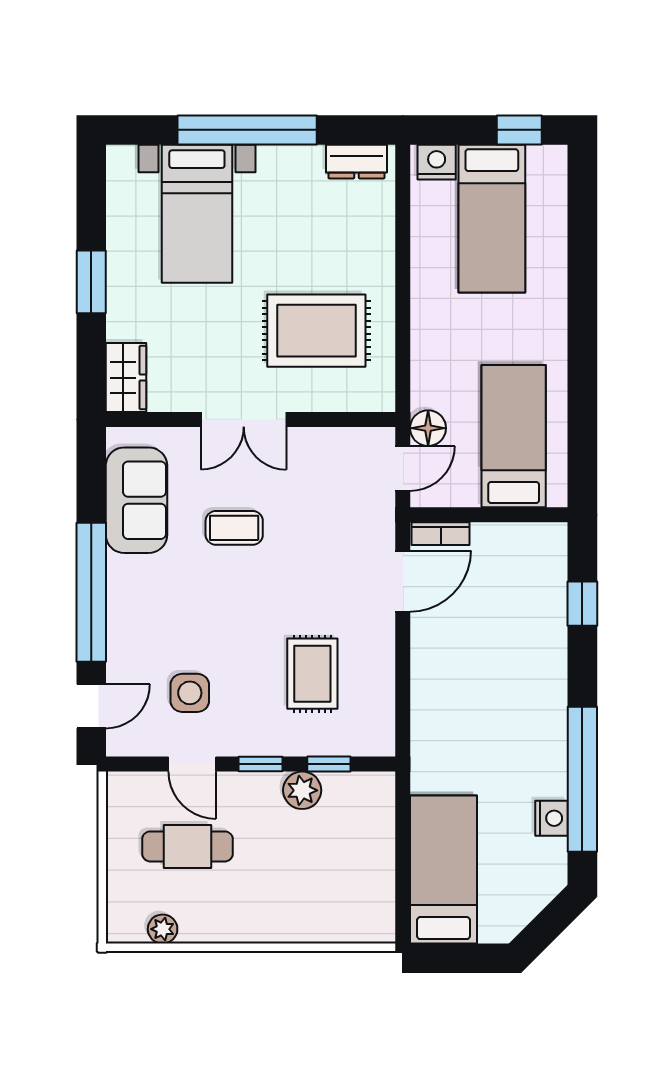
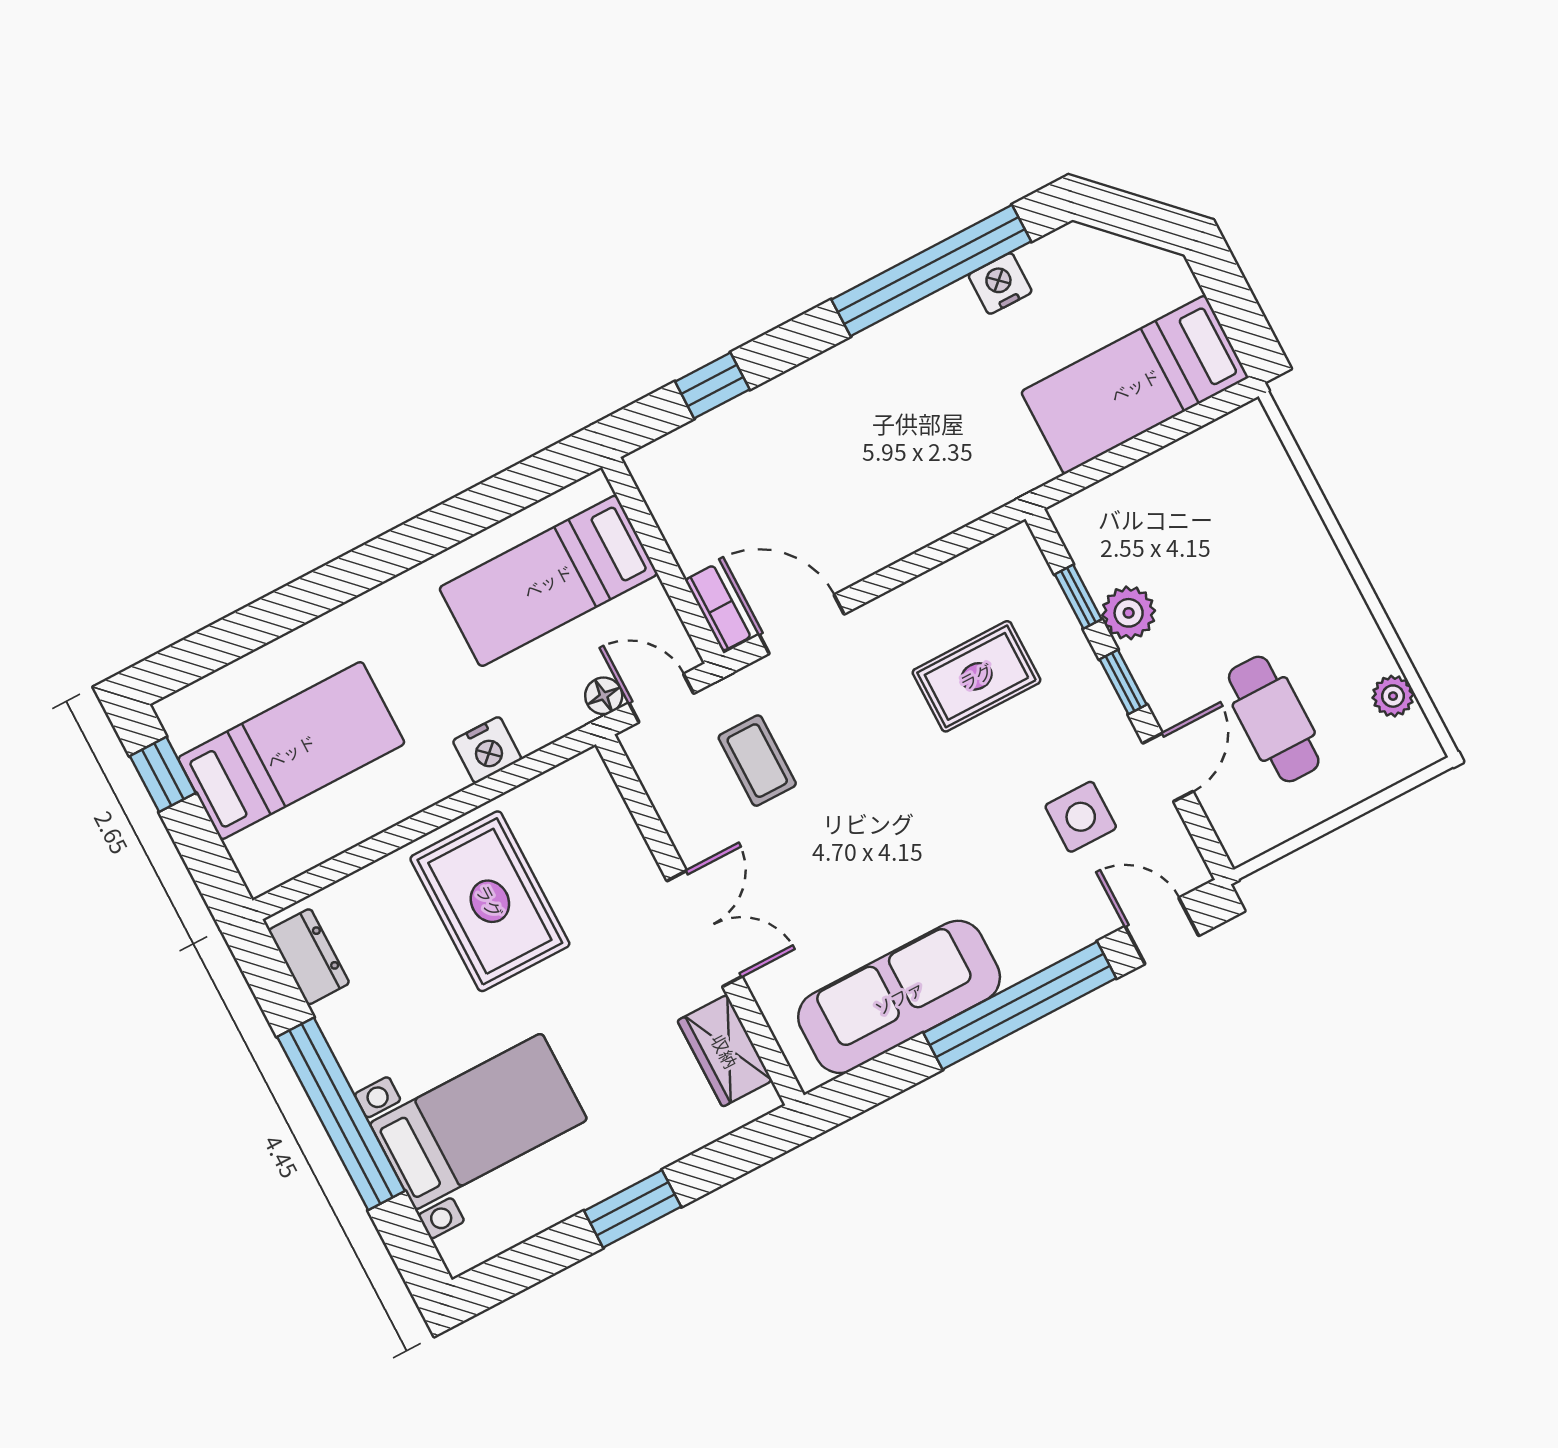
nightstand: (437, 162) -> (487, 750), moved, turned -90
rug: (316, 331) -> (490, 901), moved
wardrobe: (126, 378) -> (725, 1051), moved, turned -90
floor lamp: (428, 428) -> (604, 696), width x0.73, depth x0.73
sofa: (136, 500) -> (899, 997), width x1.36
coffee table: (234, 528) -> (757, 761), moved

